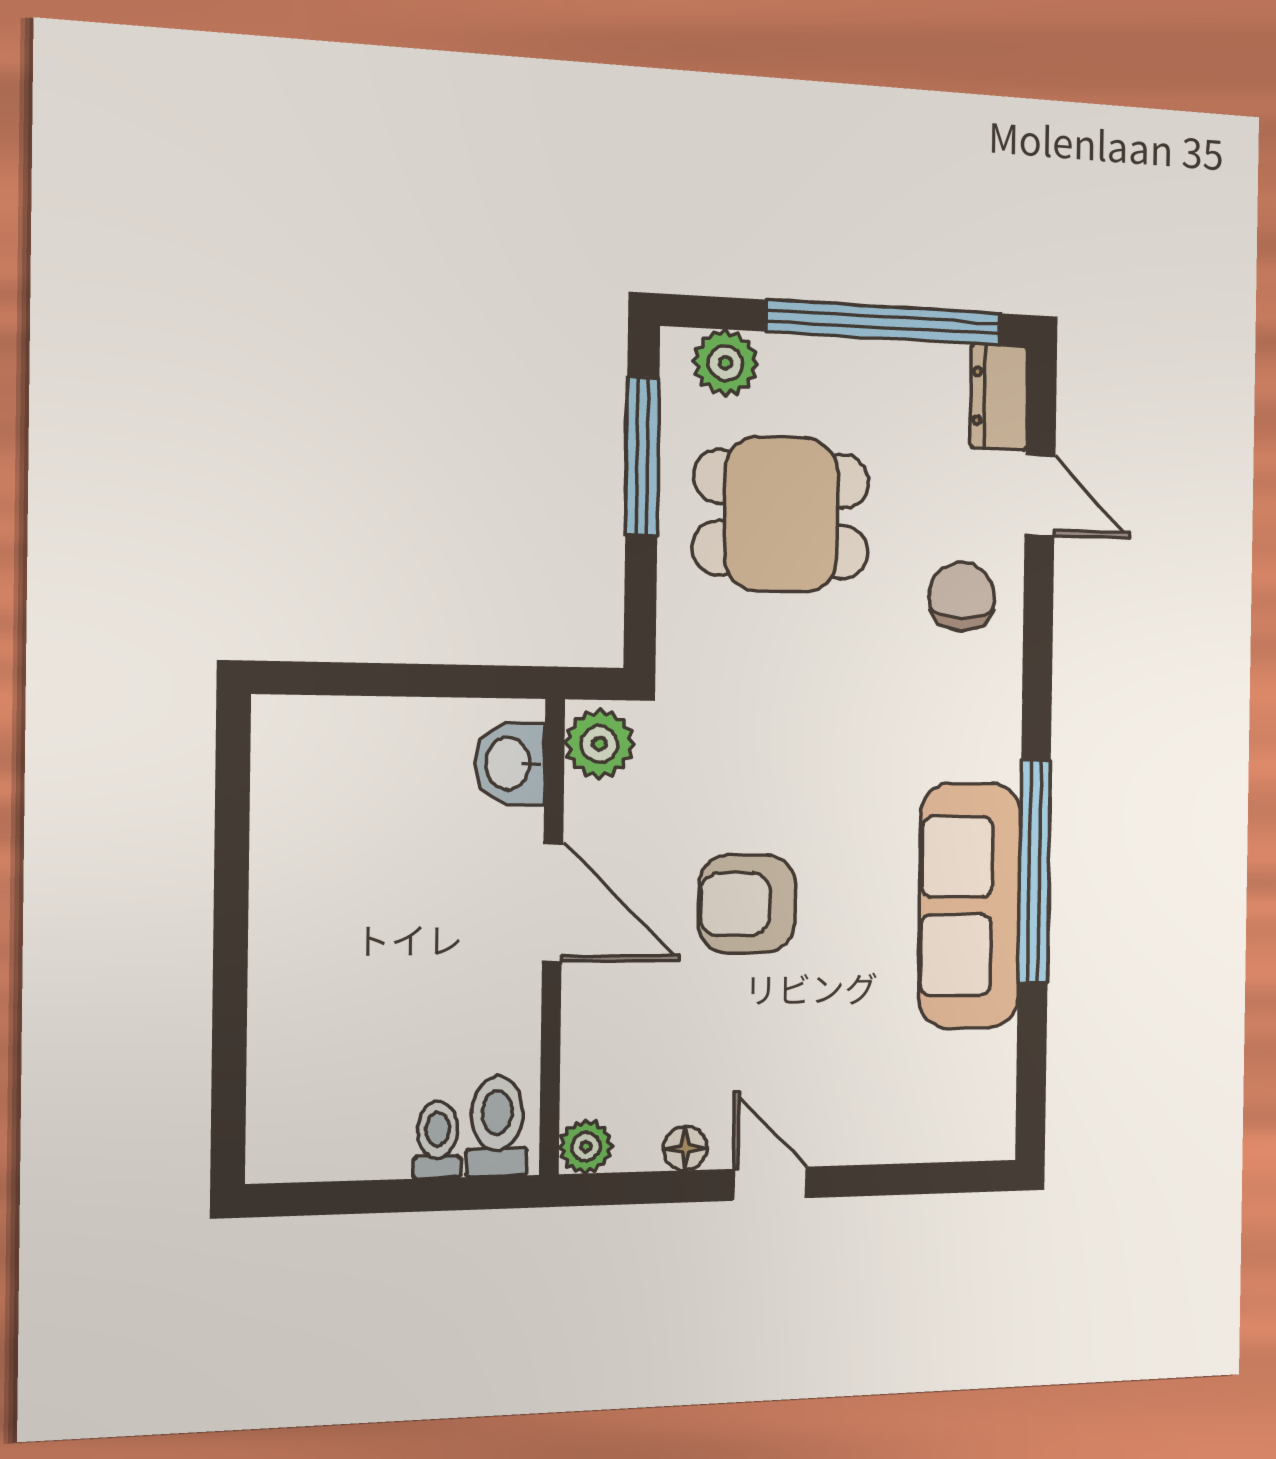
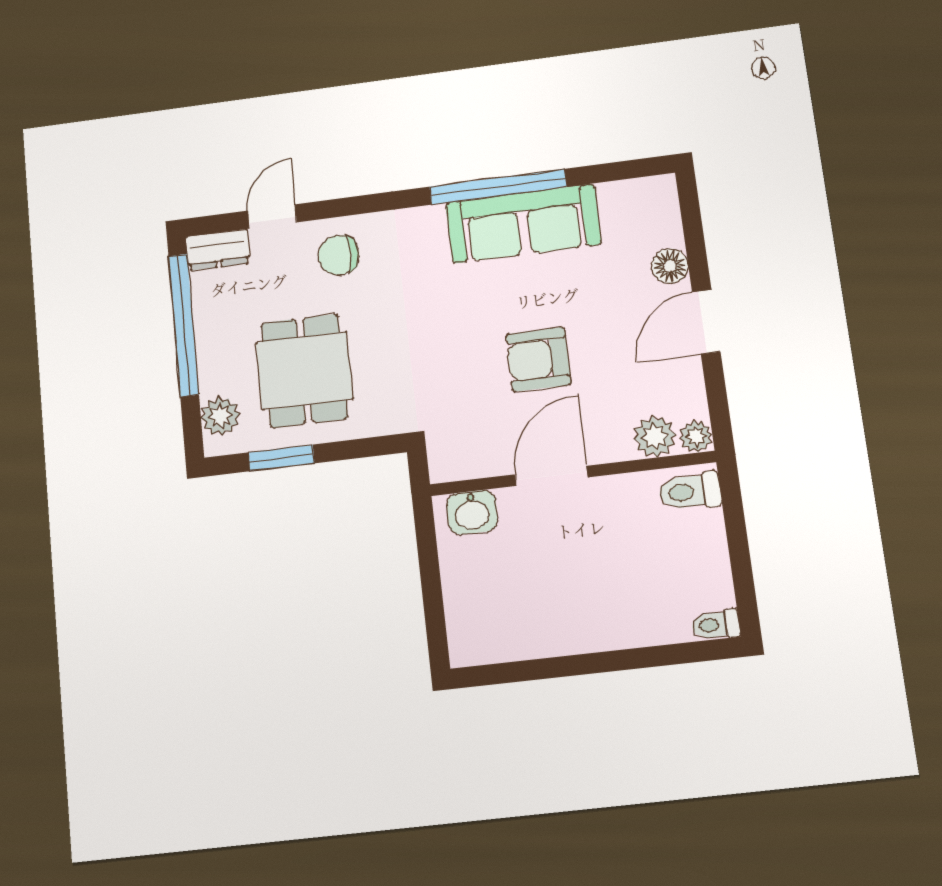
window: (642, 456) -> (281, 458), width x0.69
plant: (599, 744) -> (655, 437), moved
armchair: (747, 904) -> (538, 359), turned 90
toilet: (437, 1140) -> (716, 625), moved
floor lamp: (685, 1148) -> (670, 266), moved, width x1.37, depth x1.37
door: (770, 1184) -> (706, 322), width x1.38

